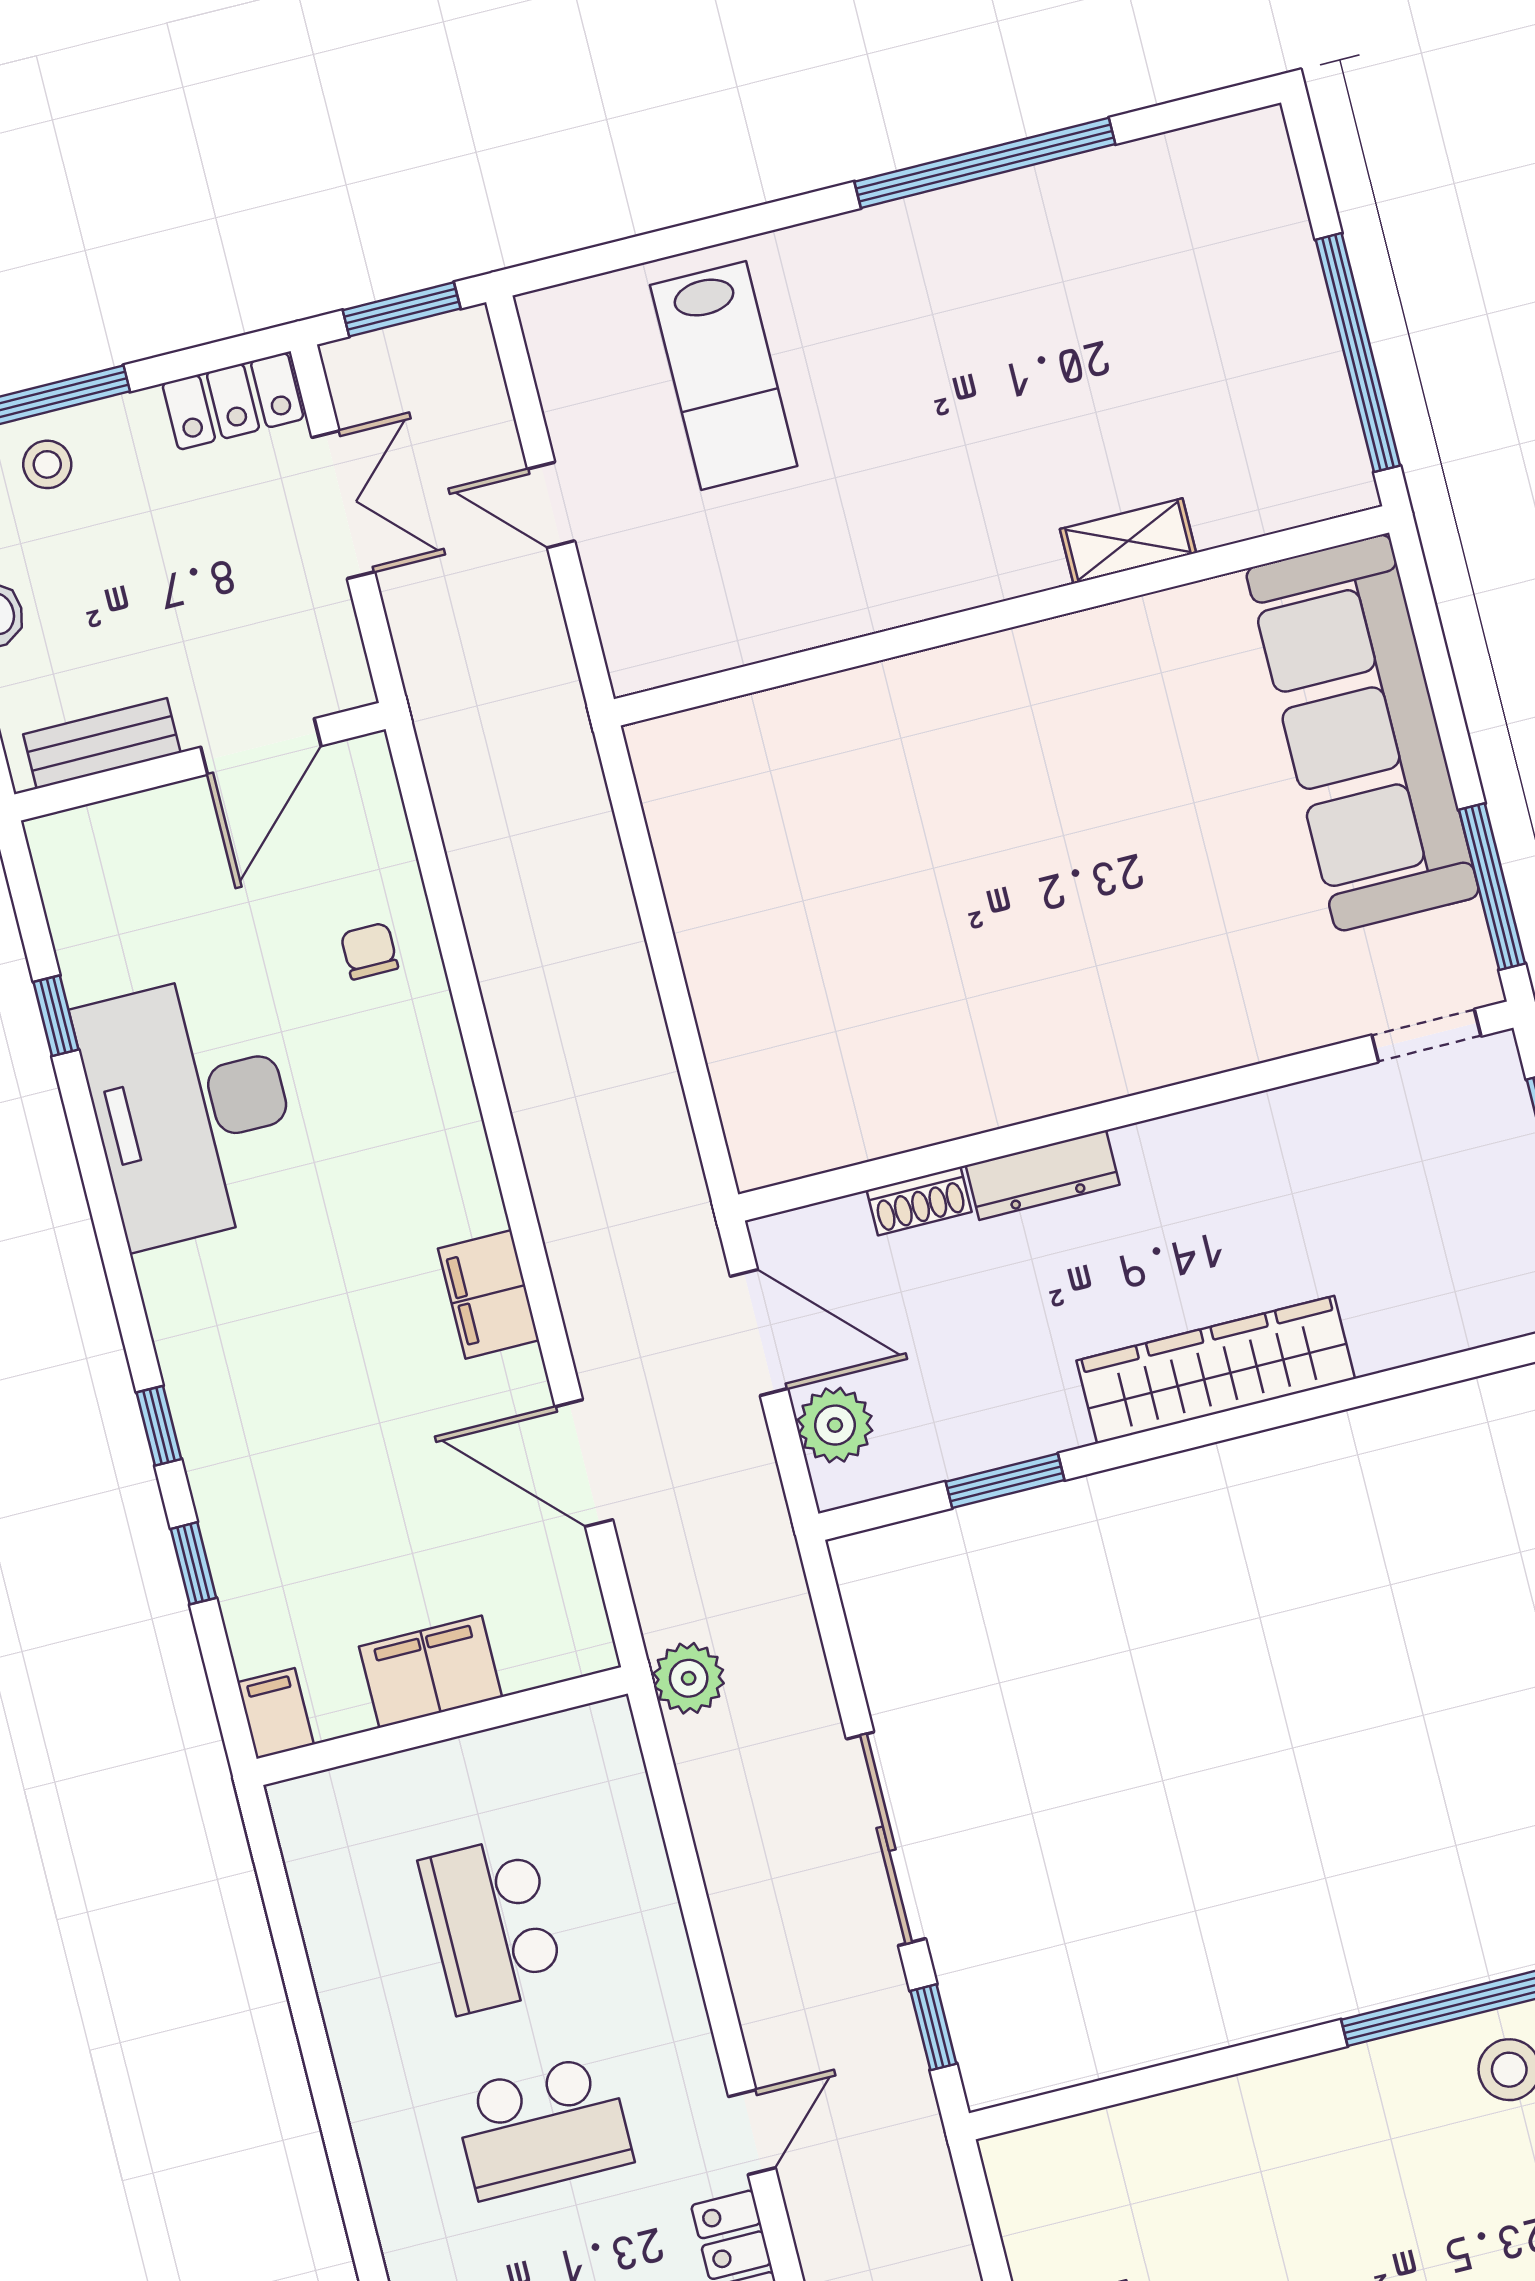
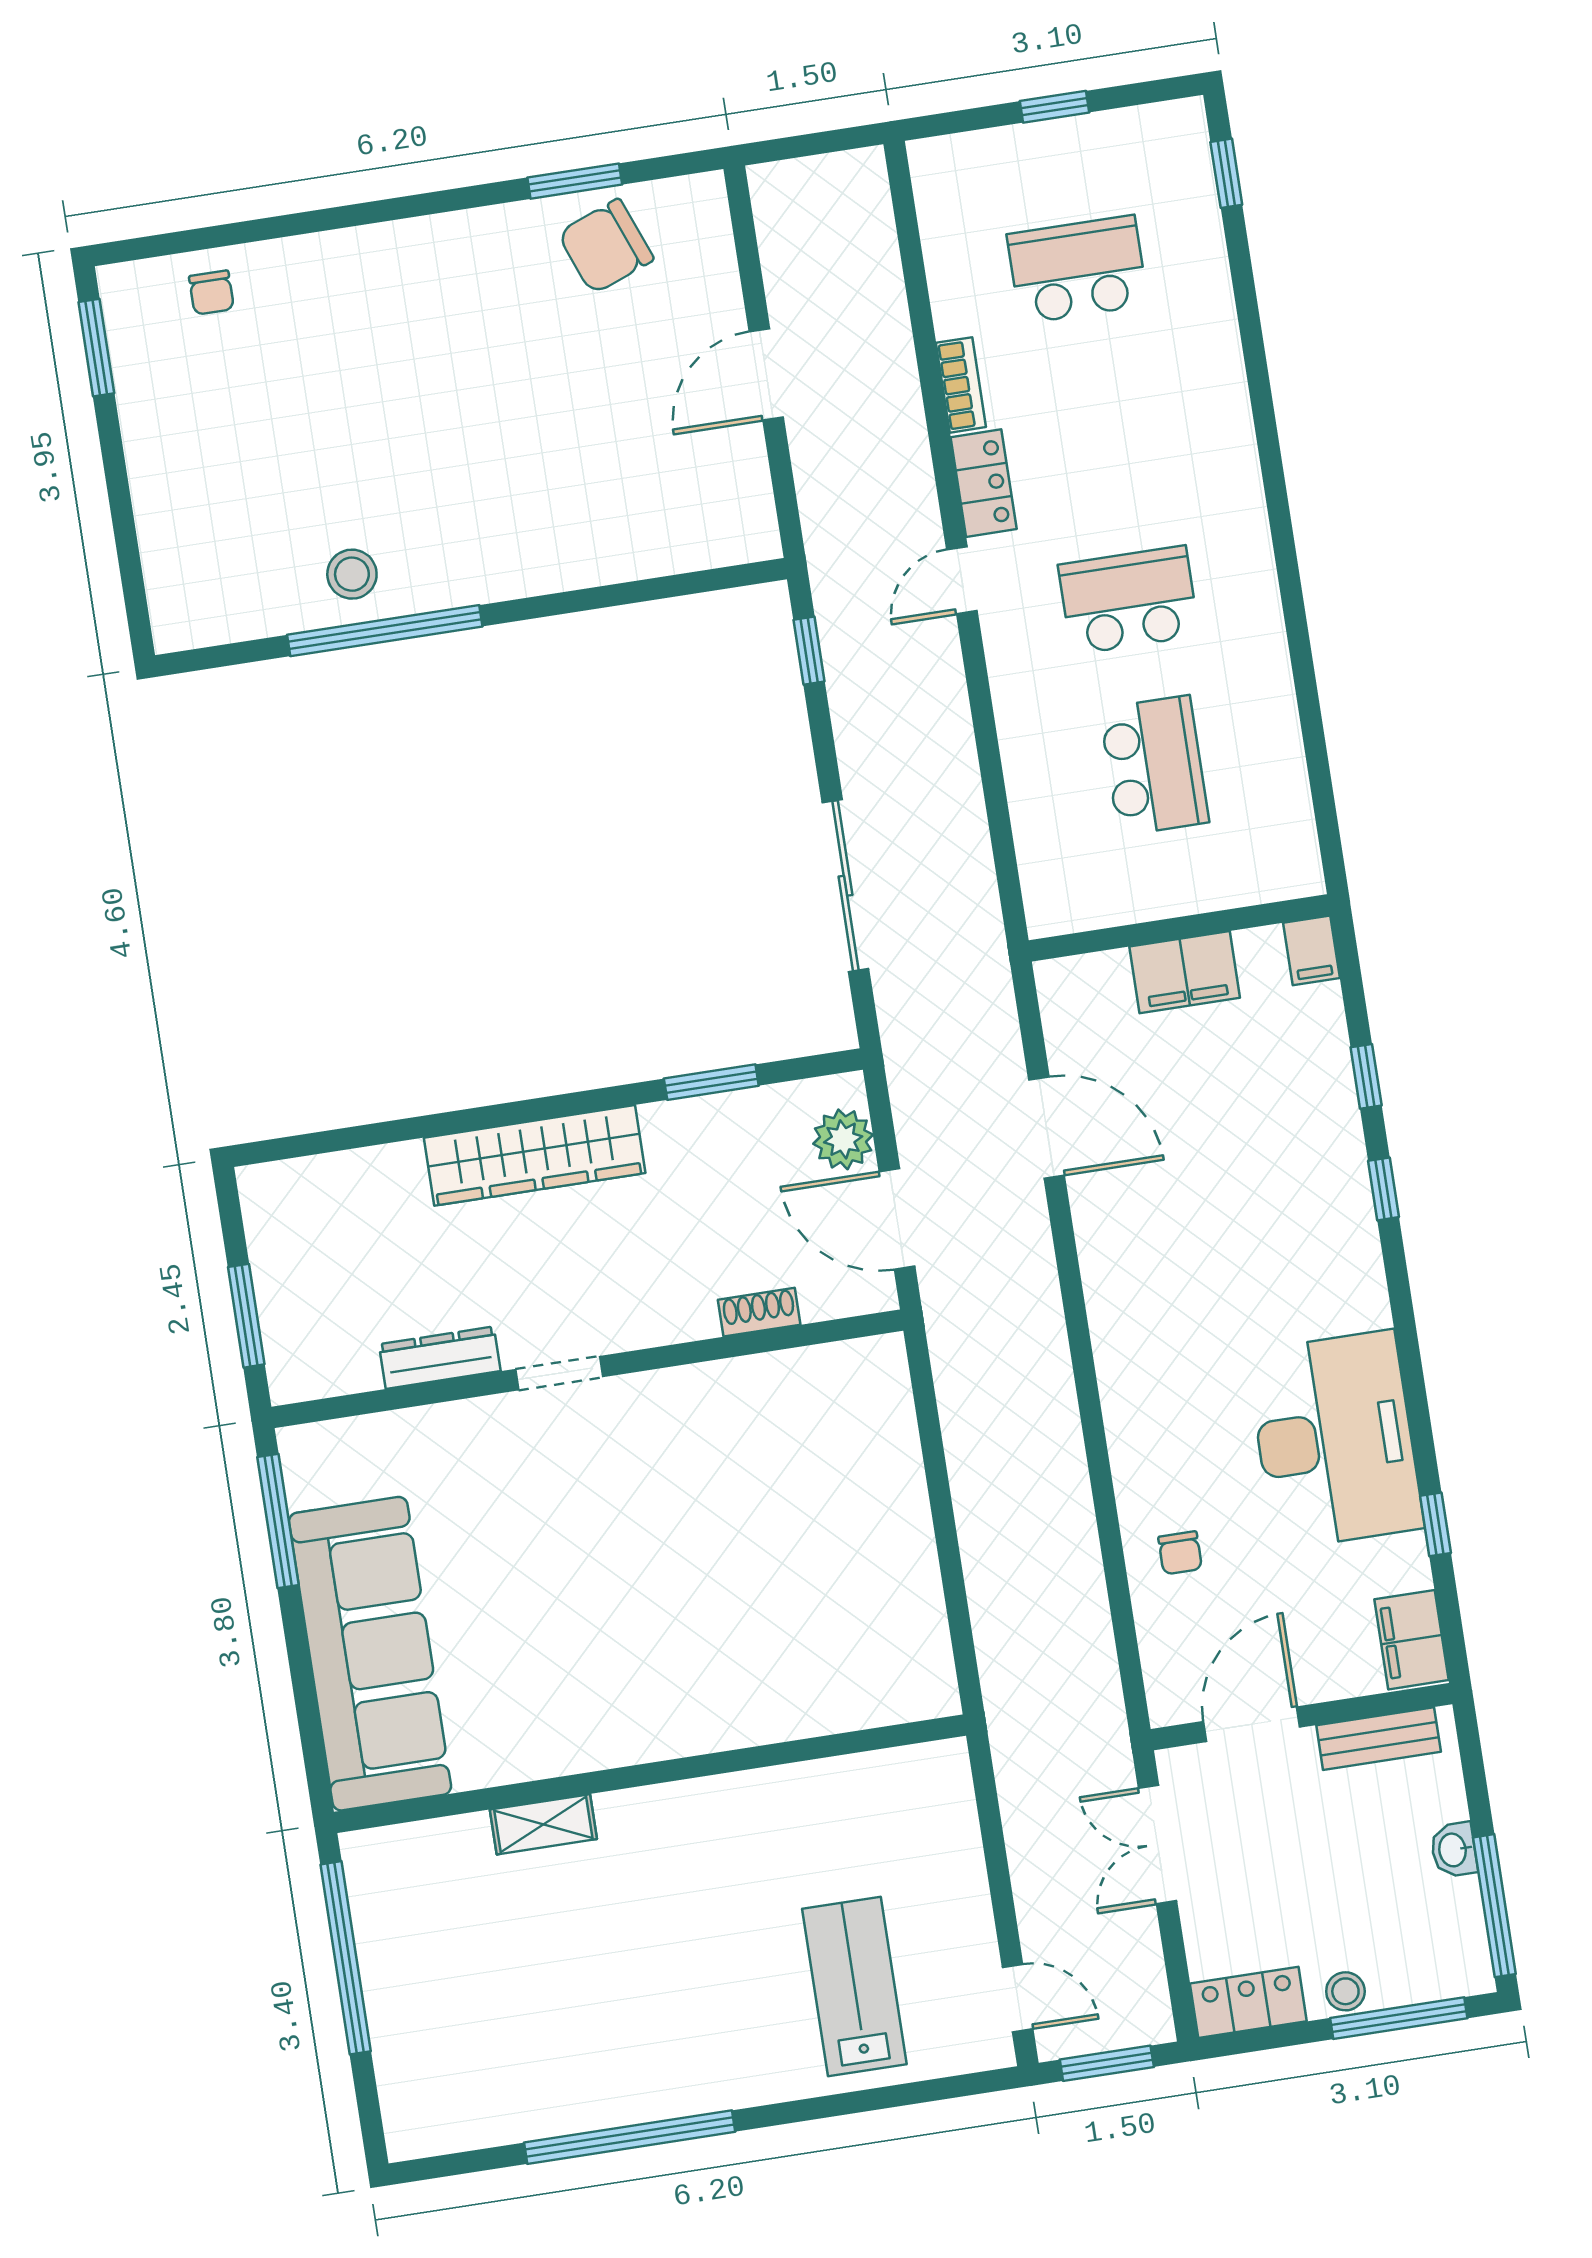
stool: (47, 464) -> (1345, 1991), moved
double door: (343, 505) -> (1158, 1845), moved
door: (551, 505) -> (1018, 1998), moved
doorway: (1426, 1036) -> (559, 1373), moved
dresser: (1043, 1175) -> (440, 1358), moved
filing cabinet: (489, 1294) -> (1412, 1640), moved, turned 180
plant: (689, 1678) -> (979, 948), removed
sliding door: (886, 1839) -> (845, 886), moved

